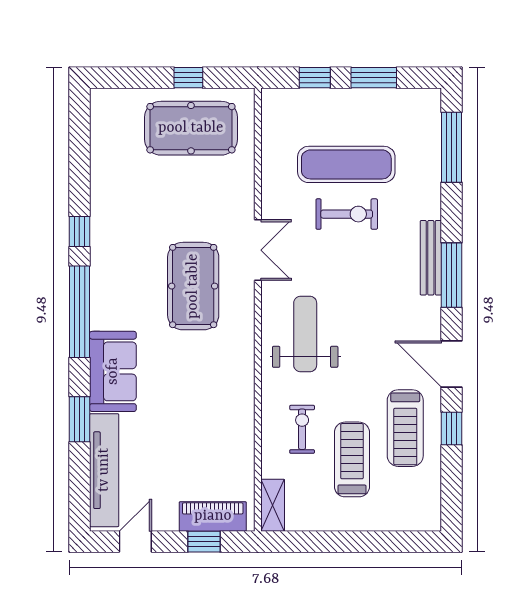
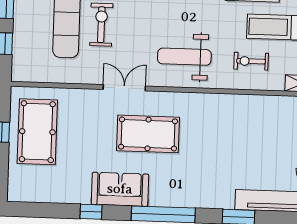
window: (79, 232) -> (91, 212), moved
sofa: (113, 371) -> (120, 189), moved

